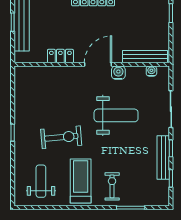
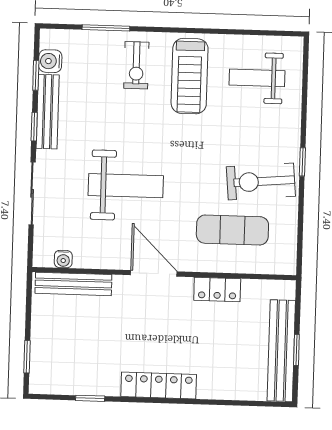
door: (98, 64) -> (154, 273), swing flipped
water cooler: (118, 73) -> (50, 61), moved, turned 90
exercise mat: (53, 91) -> (232, 230), added
weight bench: (116, 115) -> (126, 186), turned 180
exercise bike: (61, 137) -> (261, 181), moved
weight bench: (41, 181) -> (257, 78), turned 90

